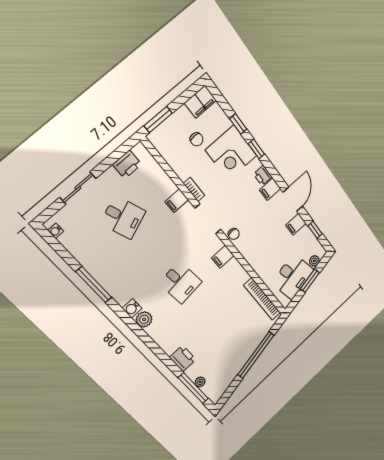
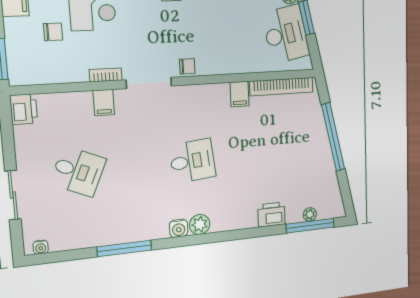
printer: (127, 164) -> (24, 109), moved
desk: (123, 217) -> (78, 171), turned 45
filing cabinet: (223, 257) -> (240, 94), moved

